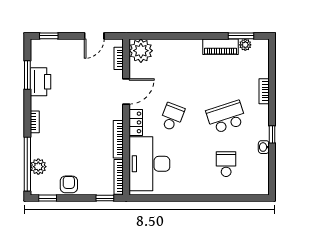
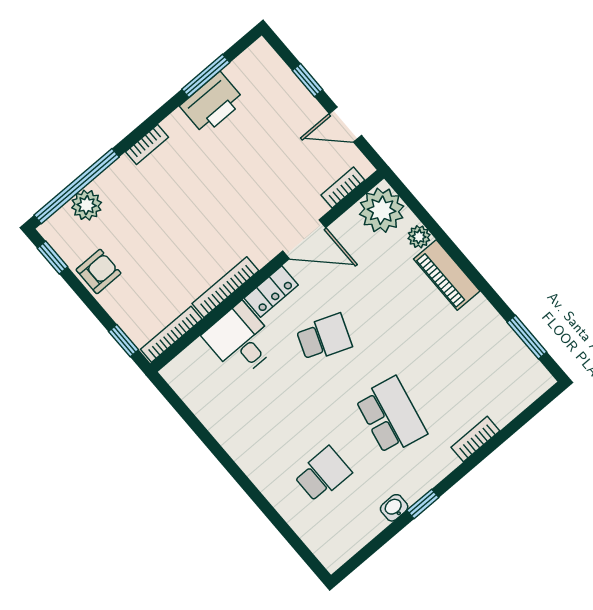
window: (49, 36) -> (308, 80), moved
plant: (245, 45) -> (419, 237), moved
piano: (221, 47) -> (447, 275), moved
school desk: (226, 117) -> (391, 416), turned 30
desk: (149, 164) -> (241, 340), width x0.53, depth x0.77

